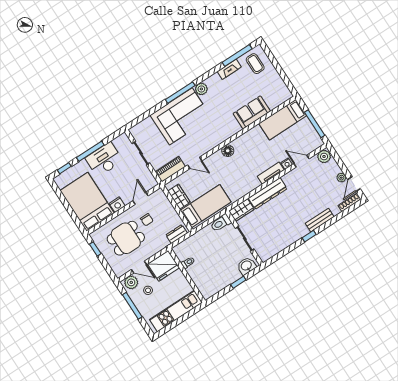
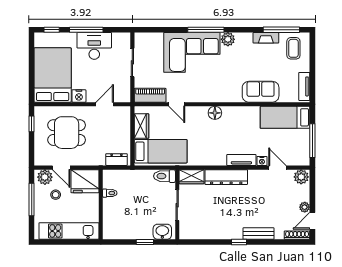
tv unit: (282, 87) -> (304, 86), added
chair: (147, 220) -> (97, 128), removed

